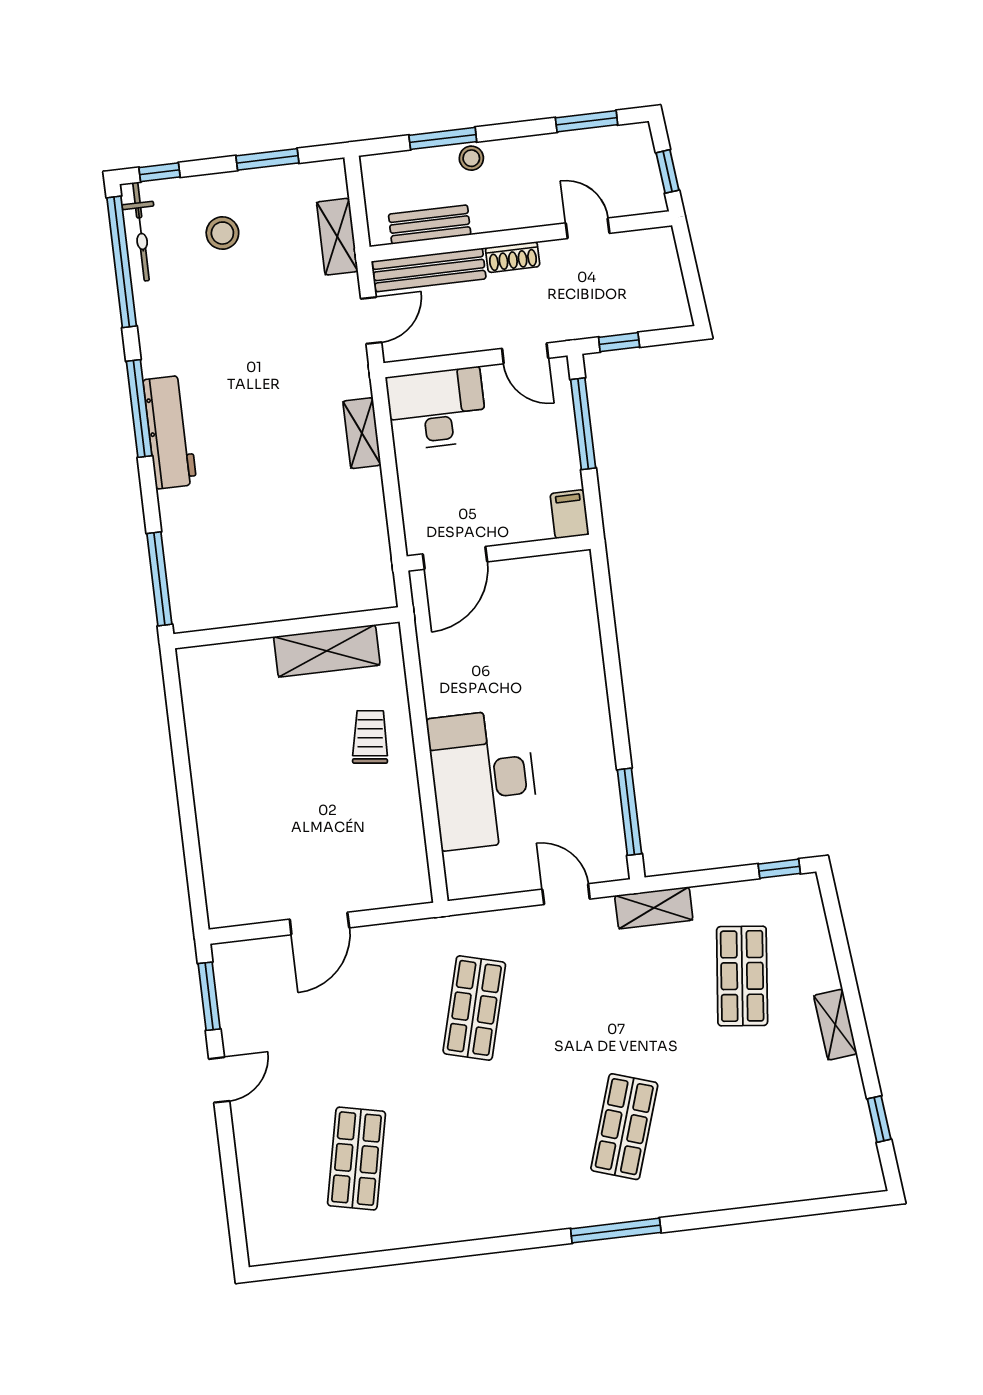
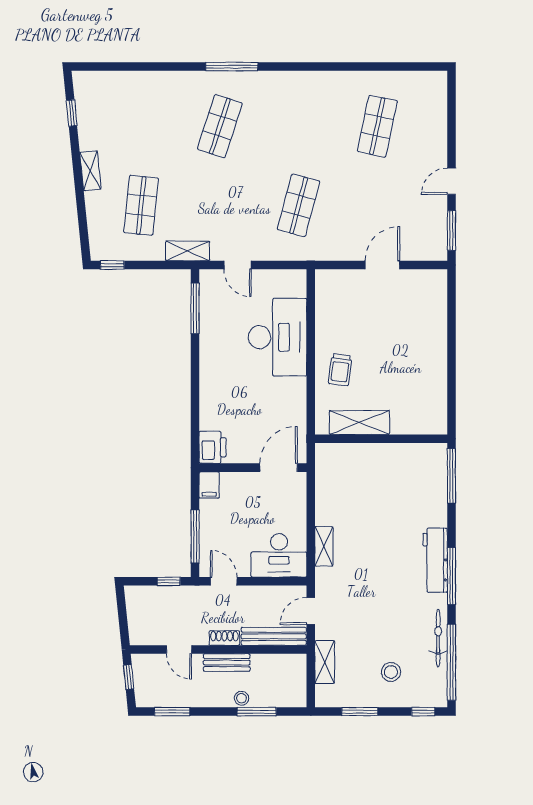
bench: (430, 225) -> (227, 663), moved
bicycle: (141, 232) -> (438, 638), moved
printer: (571, 579) -> (213, 447), added

